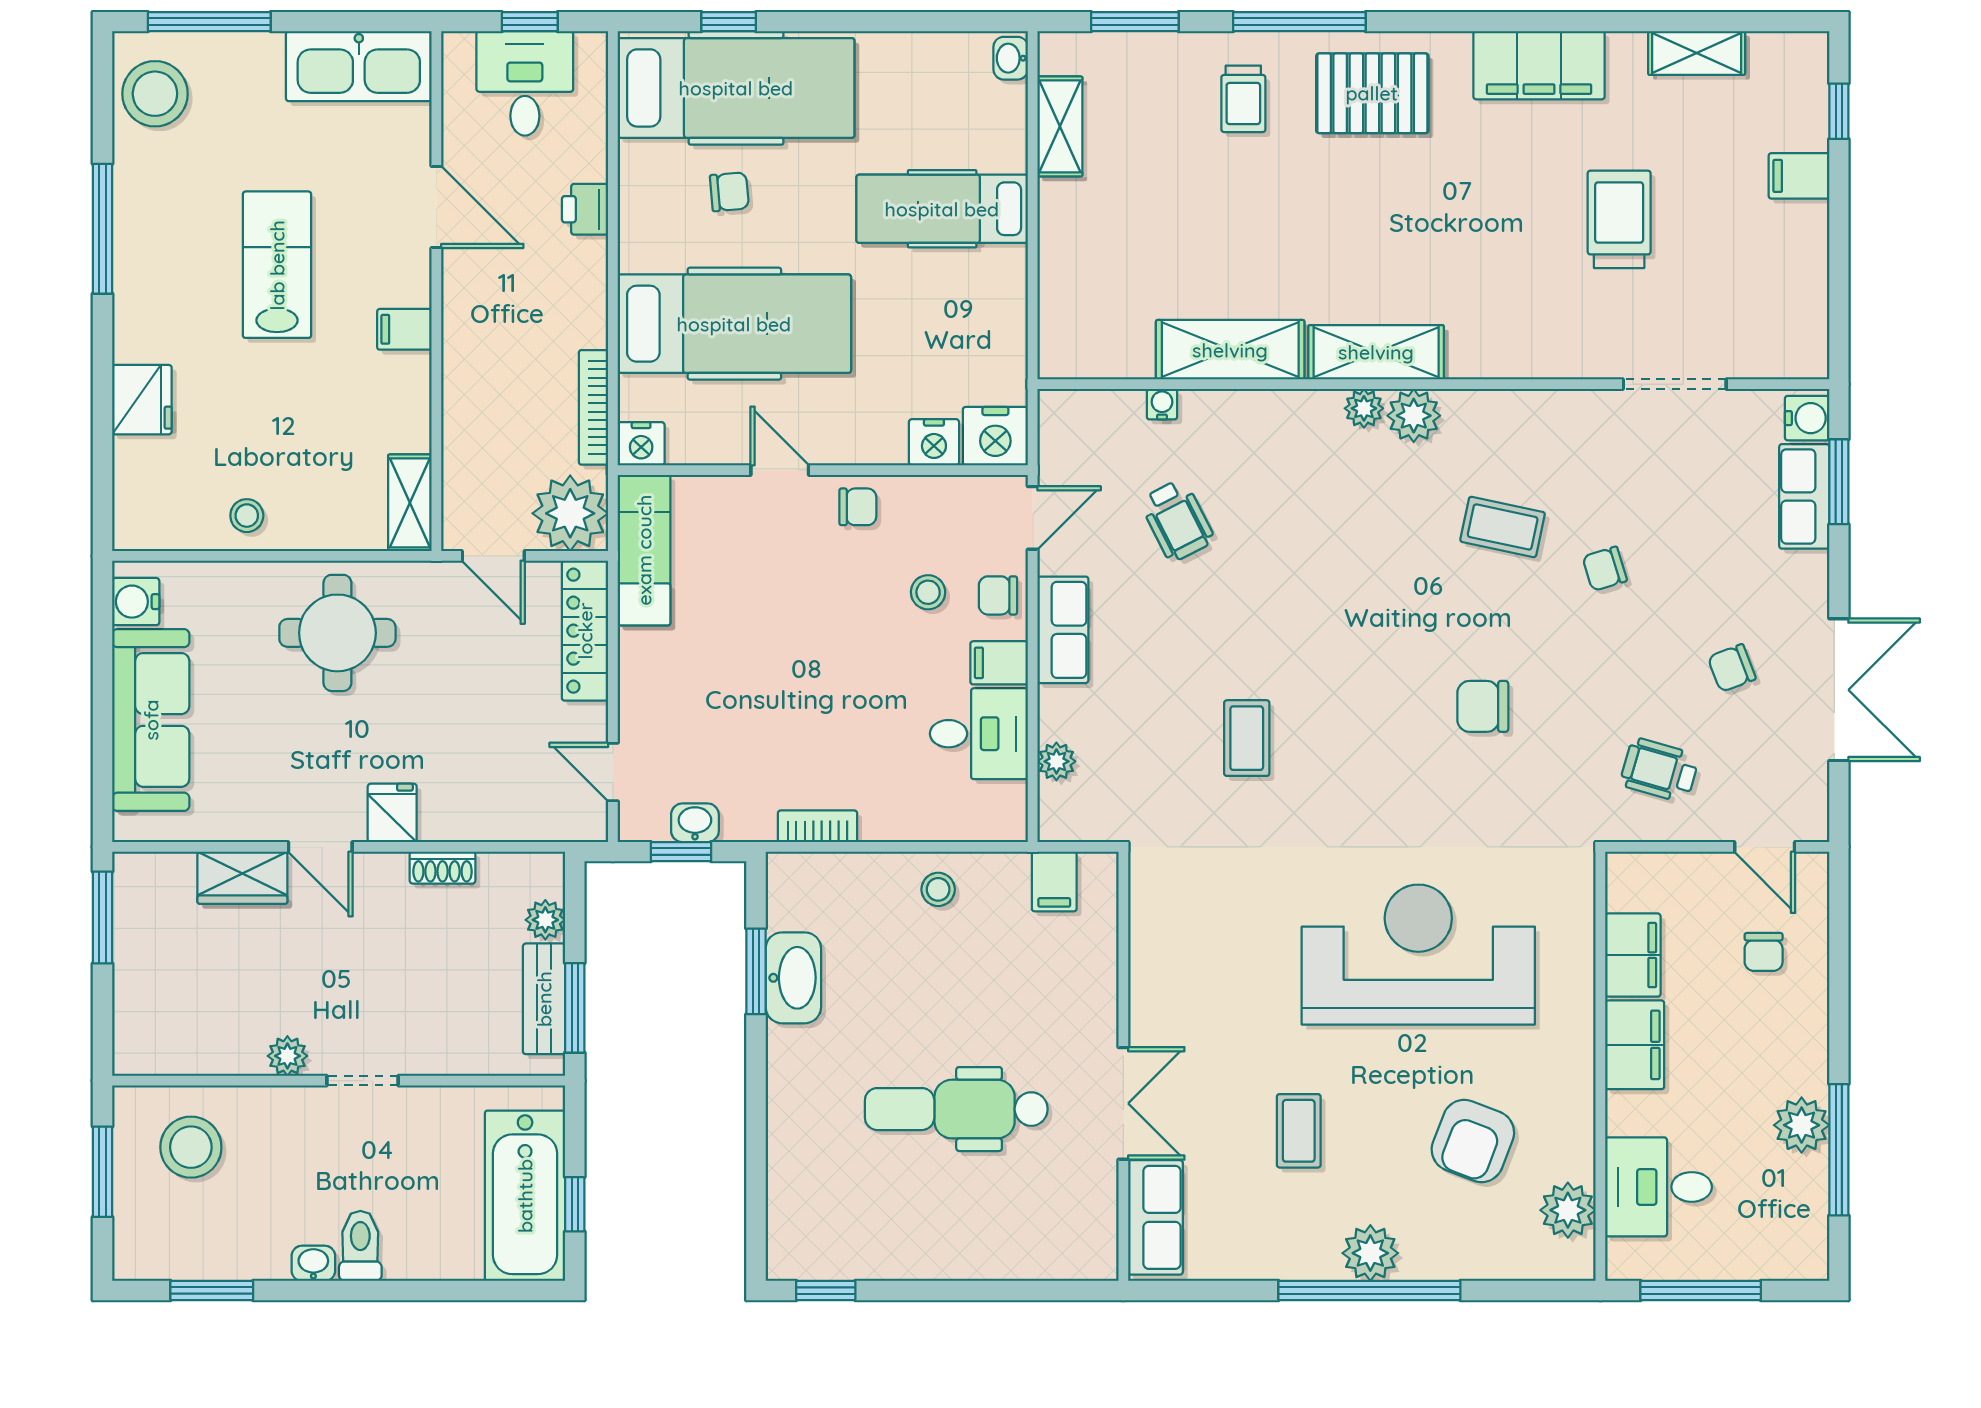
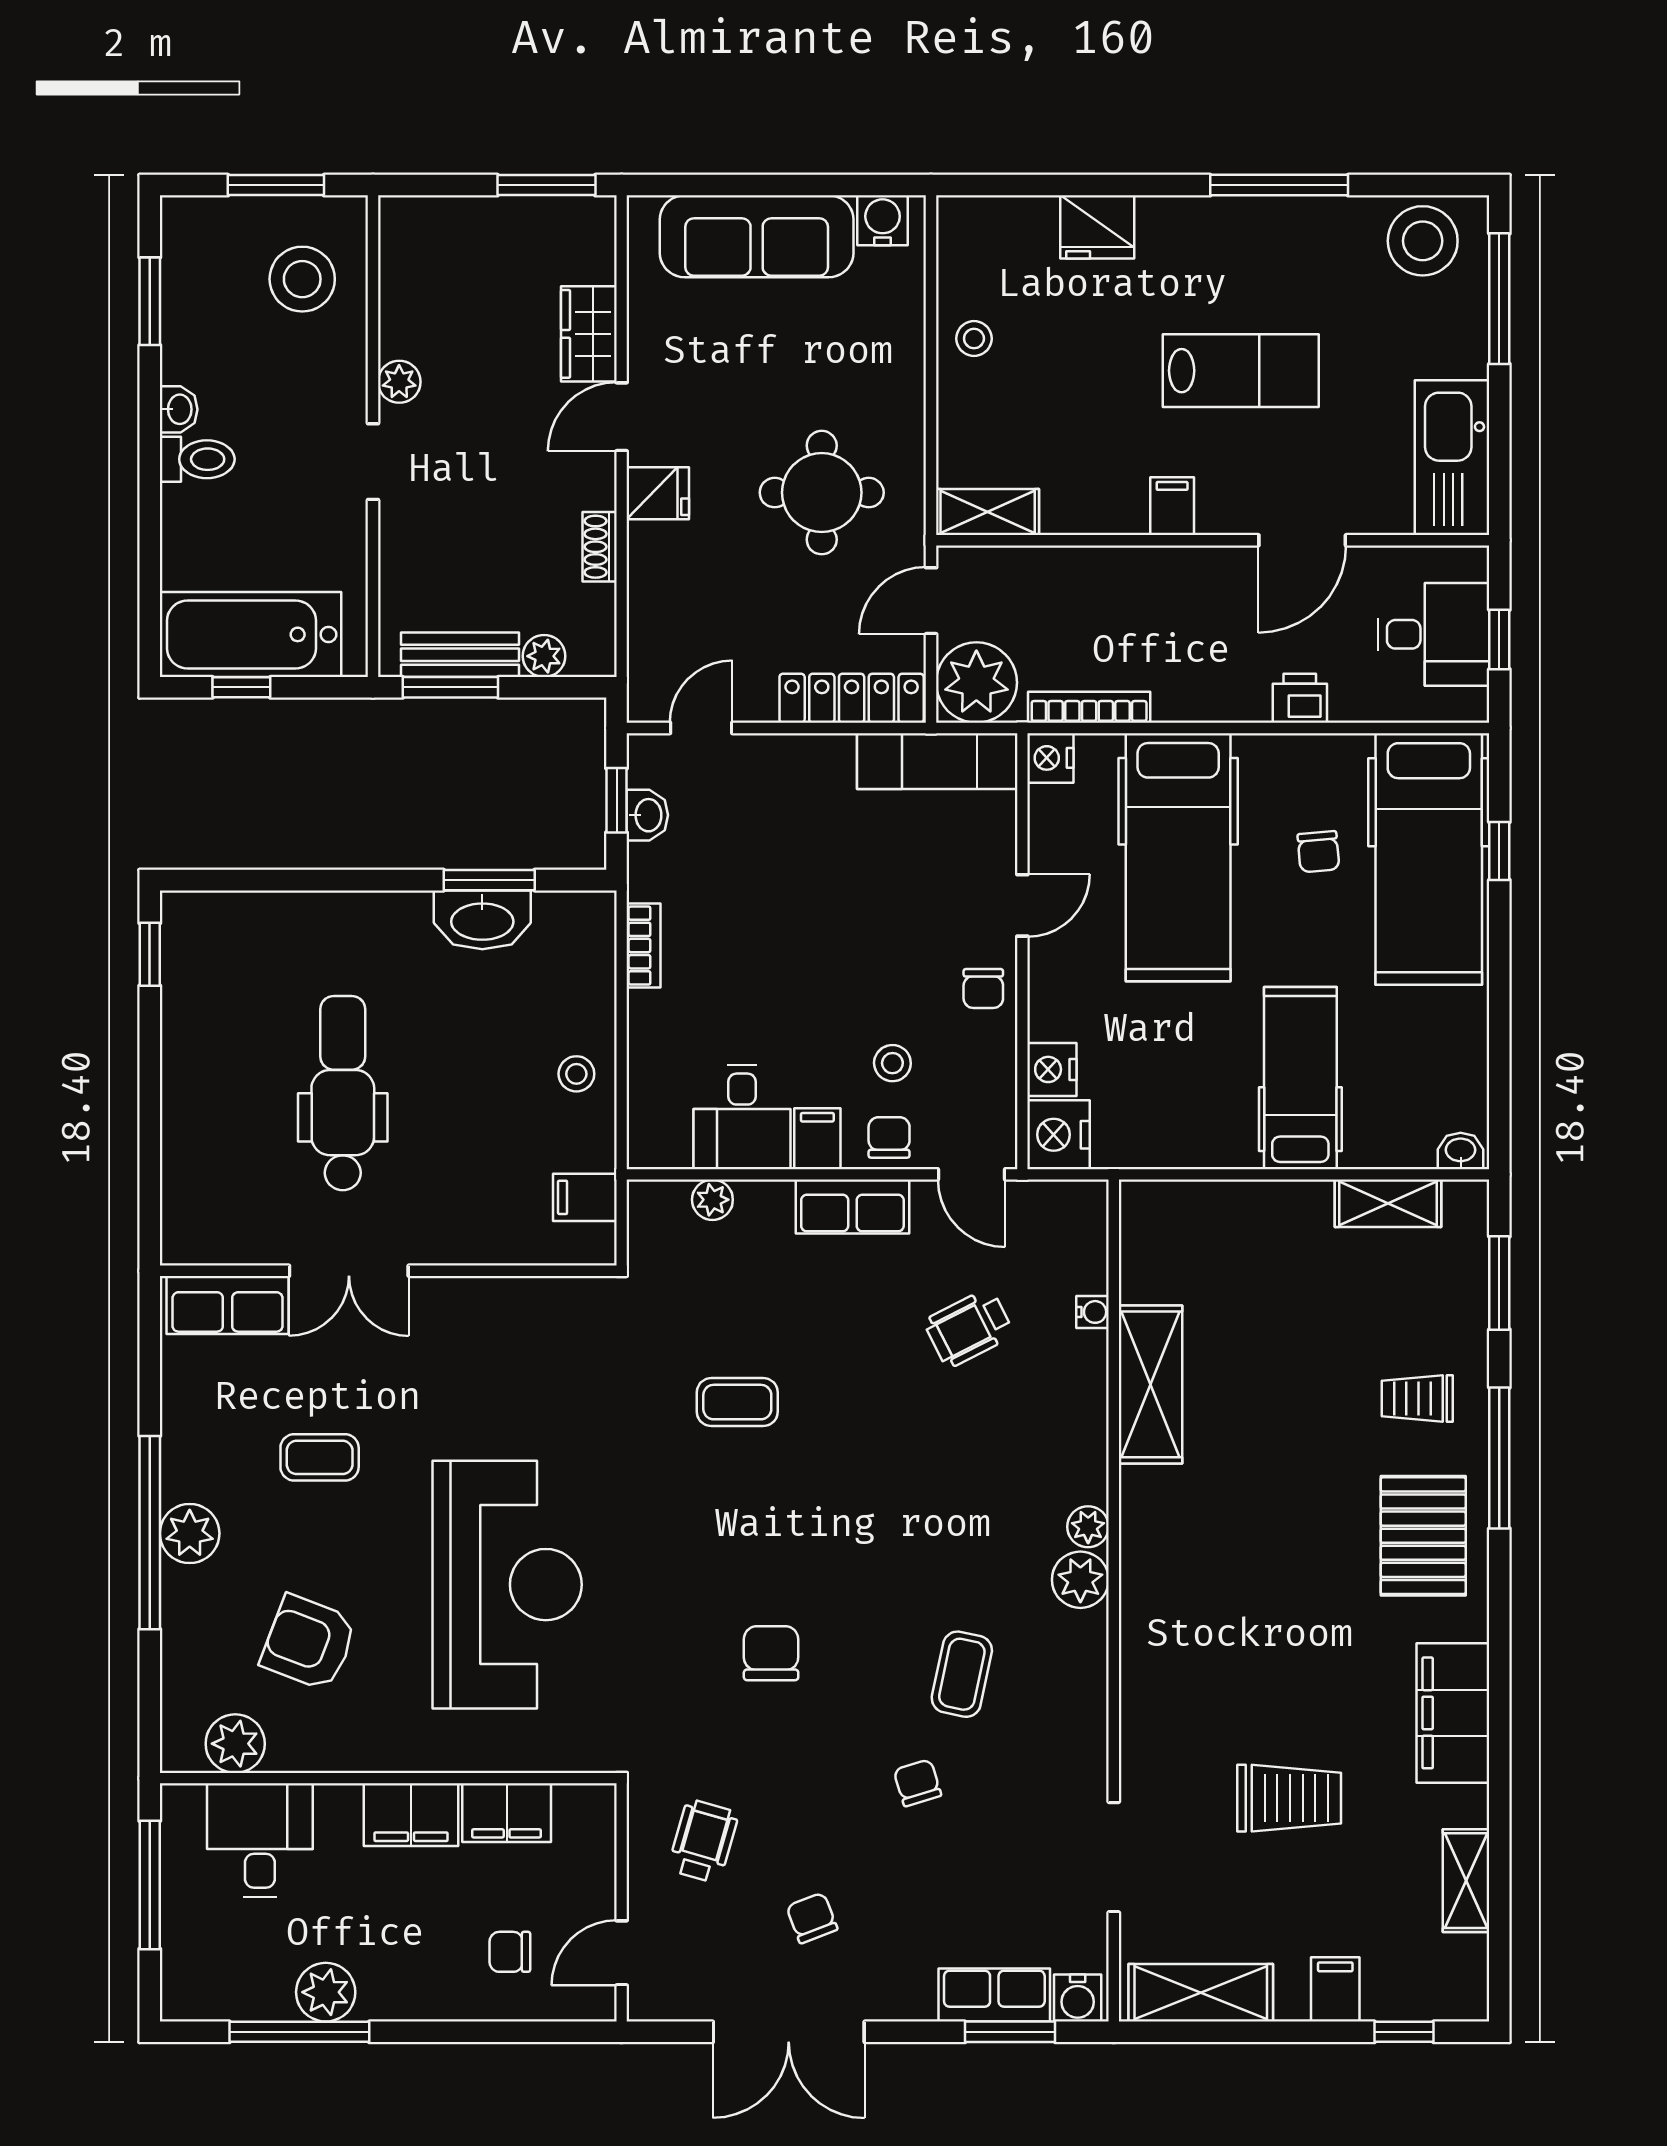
shelving: (1376, 352) -> (1201, 1993), moved, turned 90
round table: (337, 633) -> (822, 493), moved

